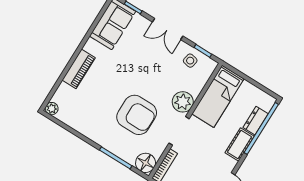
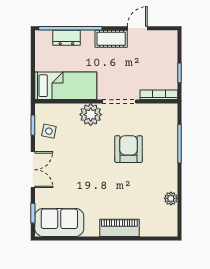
plant: (52, 109) -> (171, 198), moved
armchair: (137, 115) -> (129, 149), width x0.73, depth x0.73
cot: (240, 145) -> (111, 39), moved
floor lamp: (146, 163) -> (167, 114), removed

